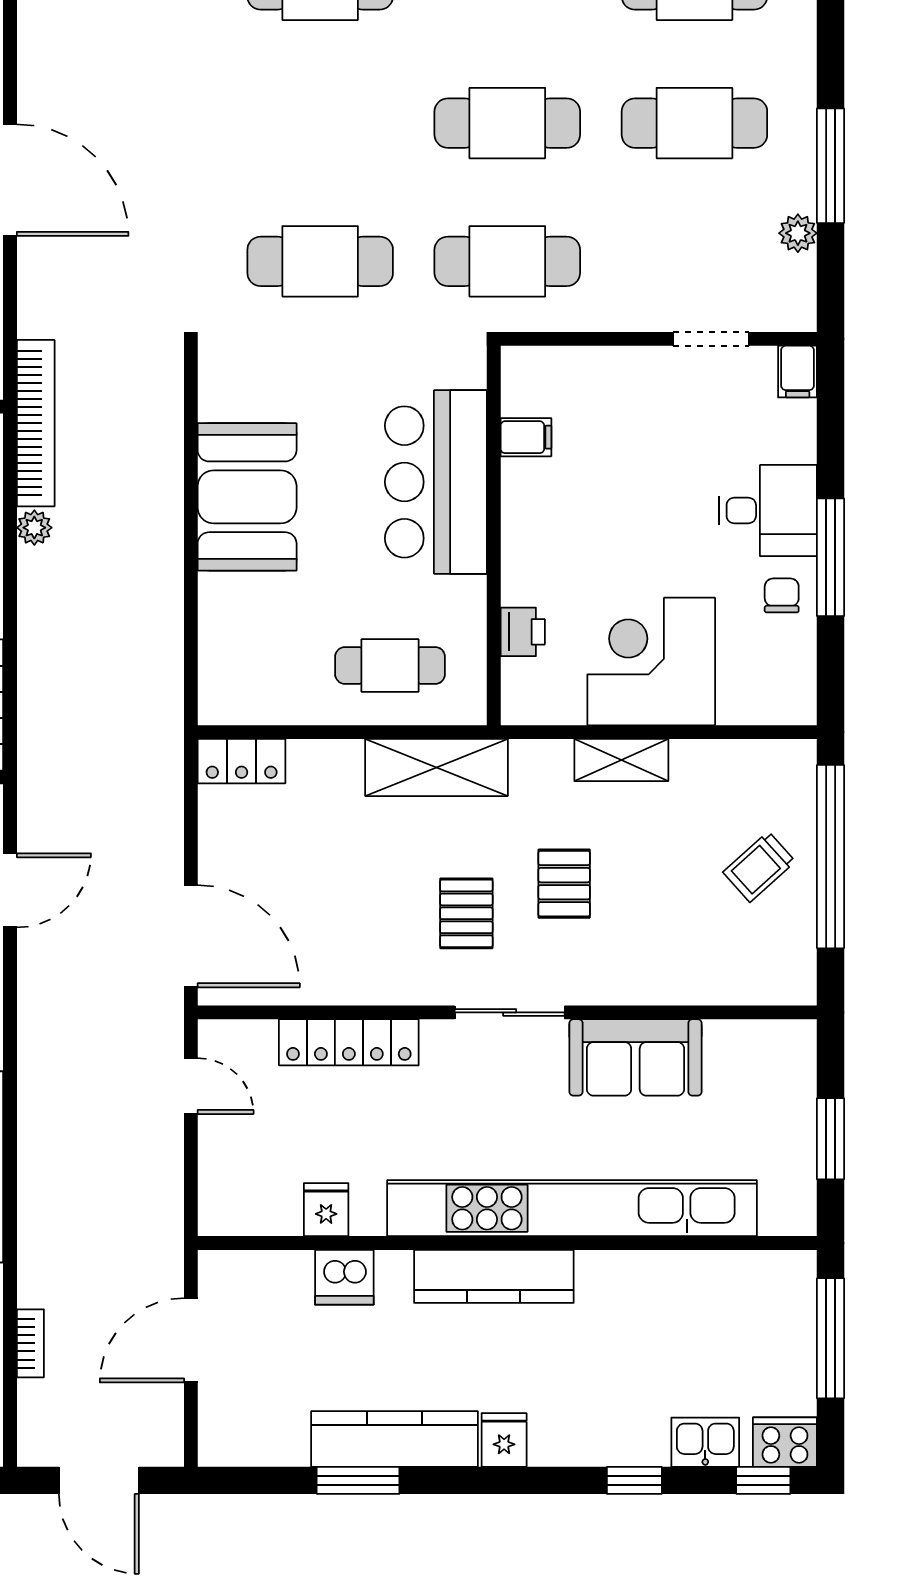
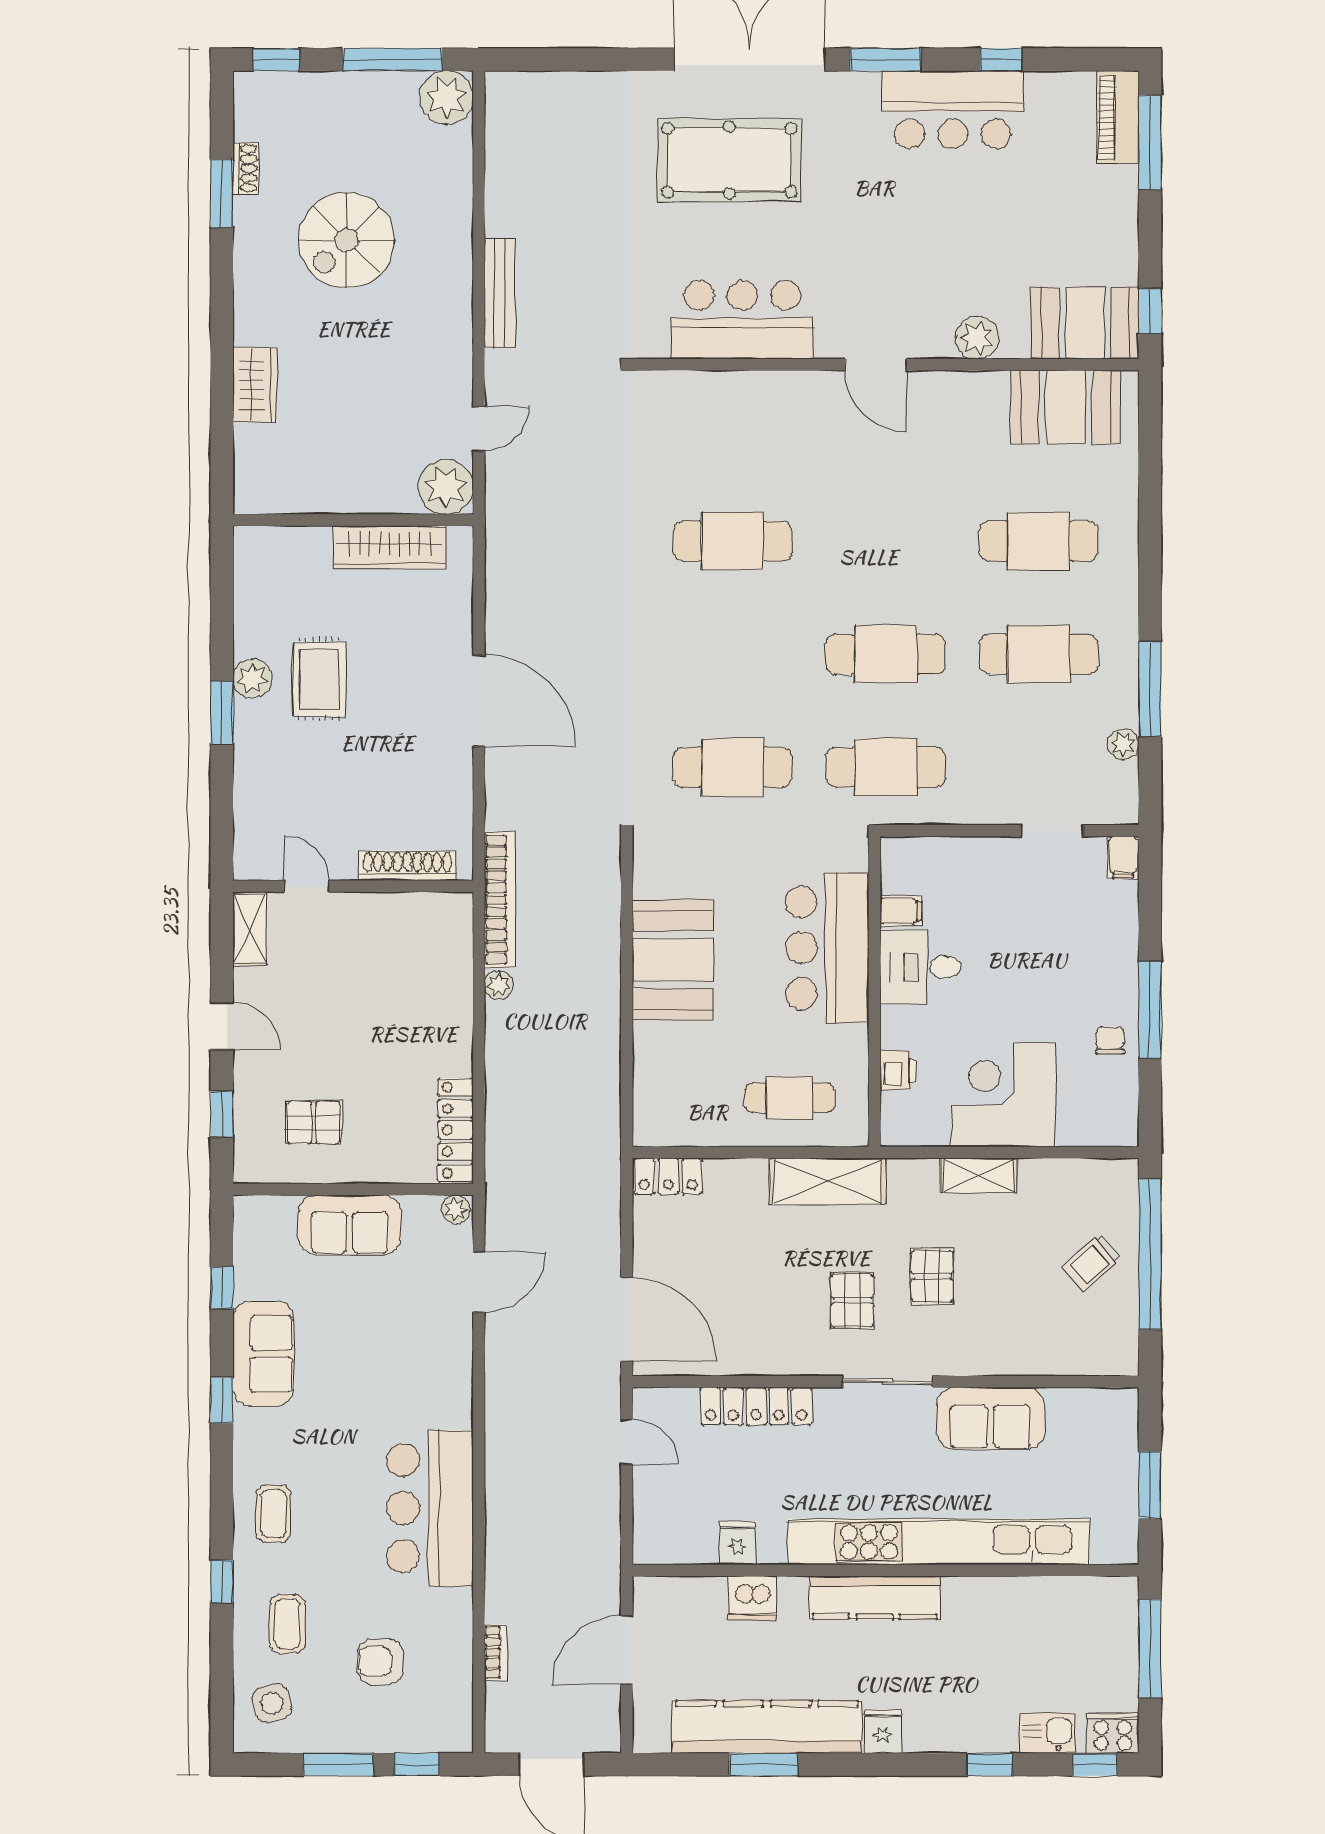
desk: (768, 510) -> (920, 967), moved, turned 180
kitchen counter: (395, 1439) -> (767, 1727), width x1.39, depth x1.17

